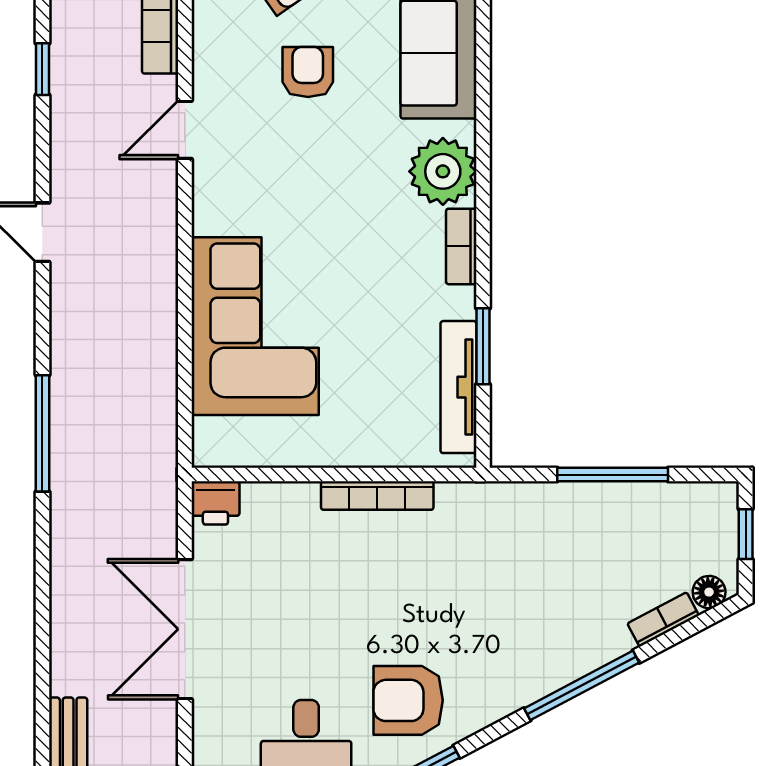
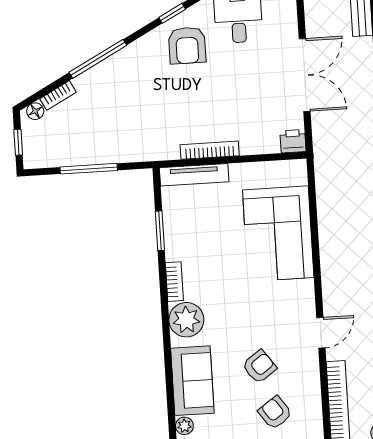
armchair: (308, 72) -> (259, 367), turned -126
tv unit: (458, 387) -> (194, 175), moved, turned 90
armchair: (408, 700) -> (187, 45), turned 90

